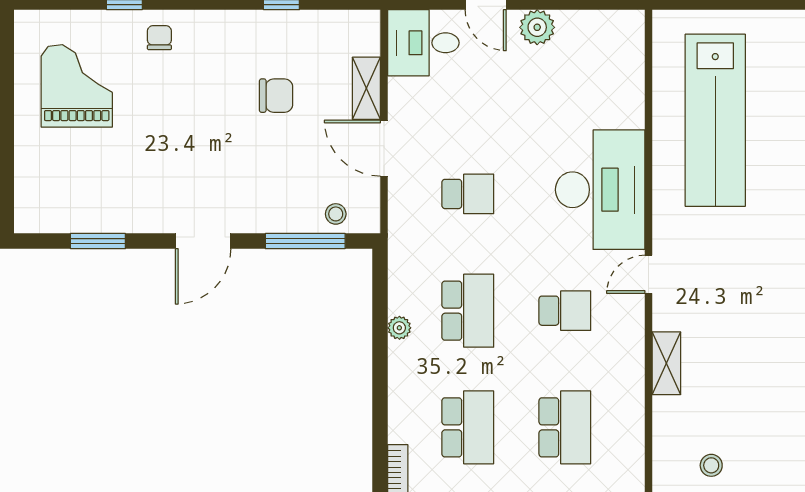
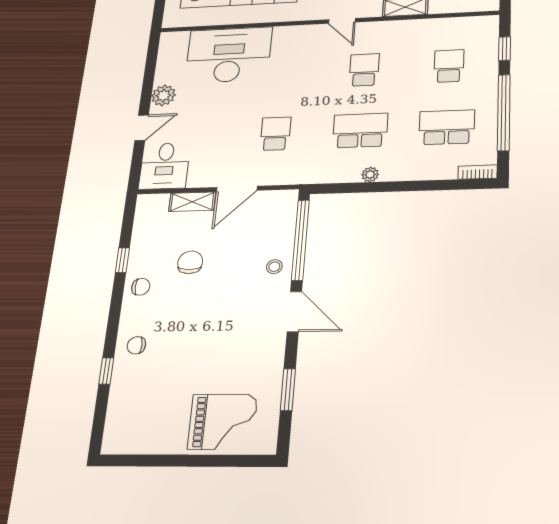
chair: (242, 33) -> (141, 287), added
grand piano: (77, 86) -> (223, 422), moved, turned 180
desk: (600, 190) -> (229, 55), moved
stool: (336, 214) -> (274, 267), moved
window: (305, 241) -> (300, 240), width x1.46
school desk: (565, 427) -> (449, 66), width x0.54

